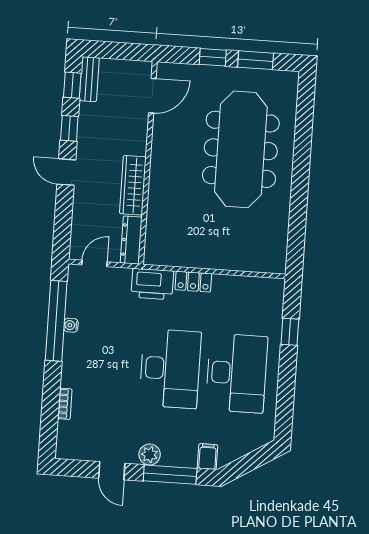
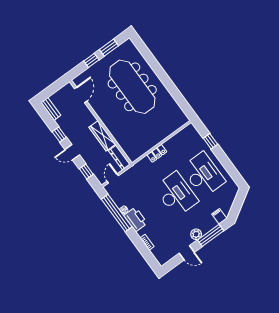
window: (72, 85) -> (86, 172), moved
printer: (152, 284) -> (136, 219), moved, turned -90

